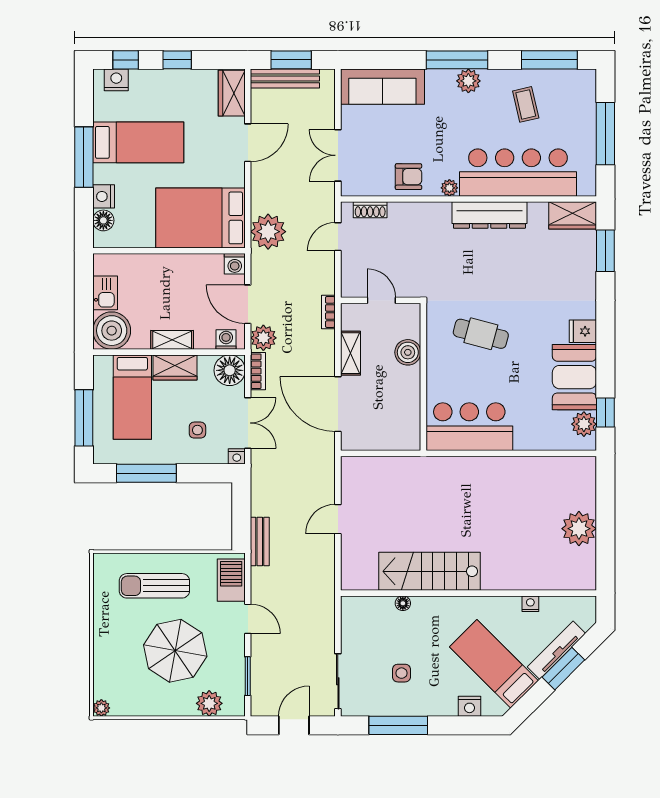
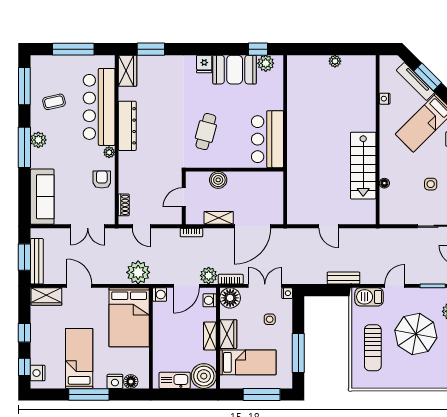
kitchen sink: (105, 293) -> (175, 380), width x1.38
plant: (579, 529) -> (335, 61), width x0.53, depth x0.53

